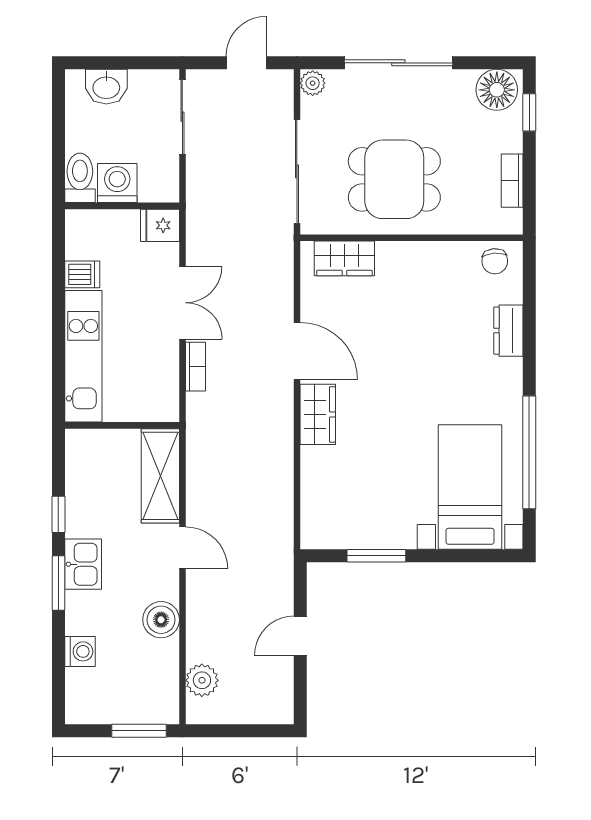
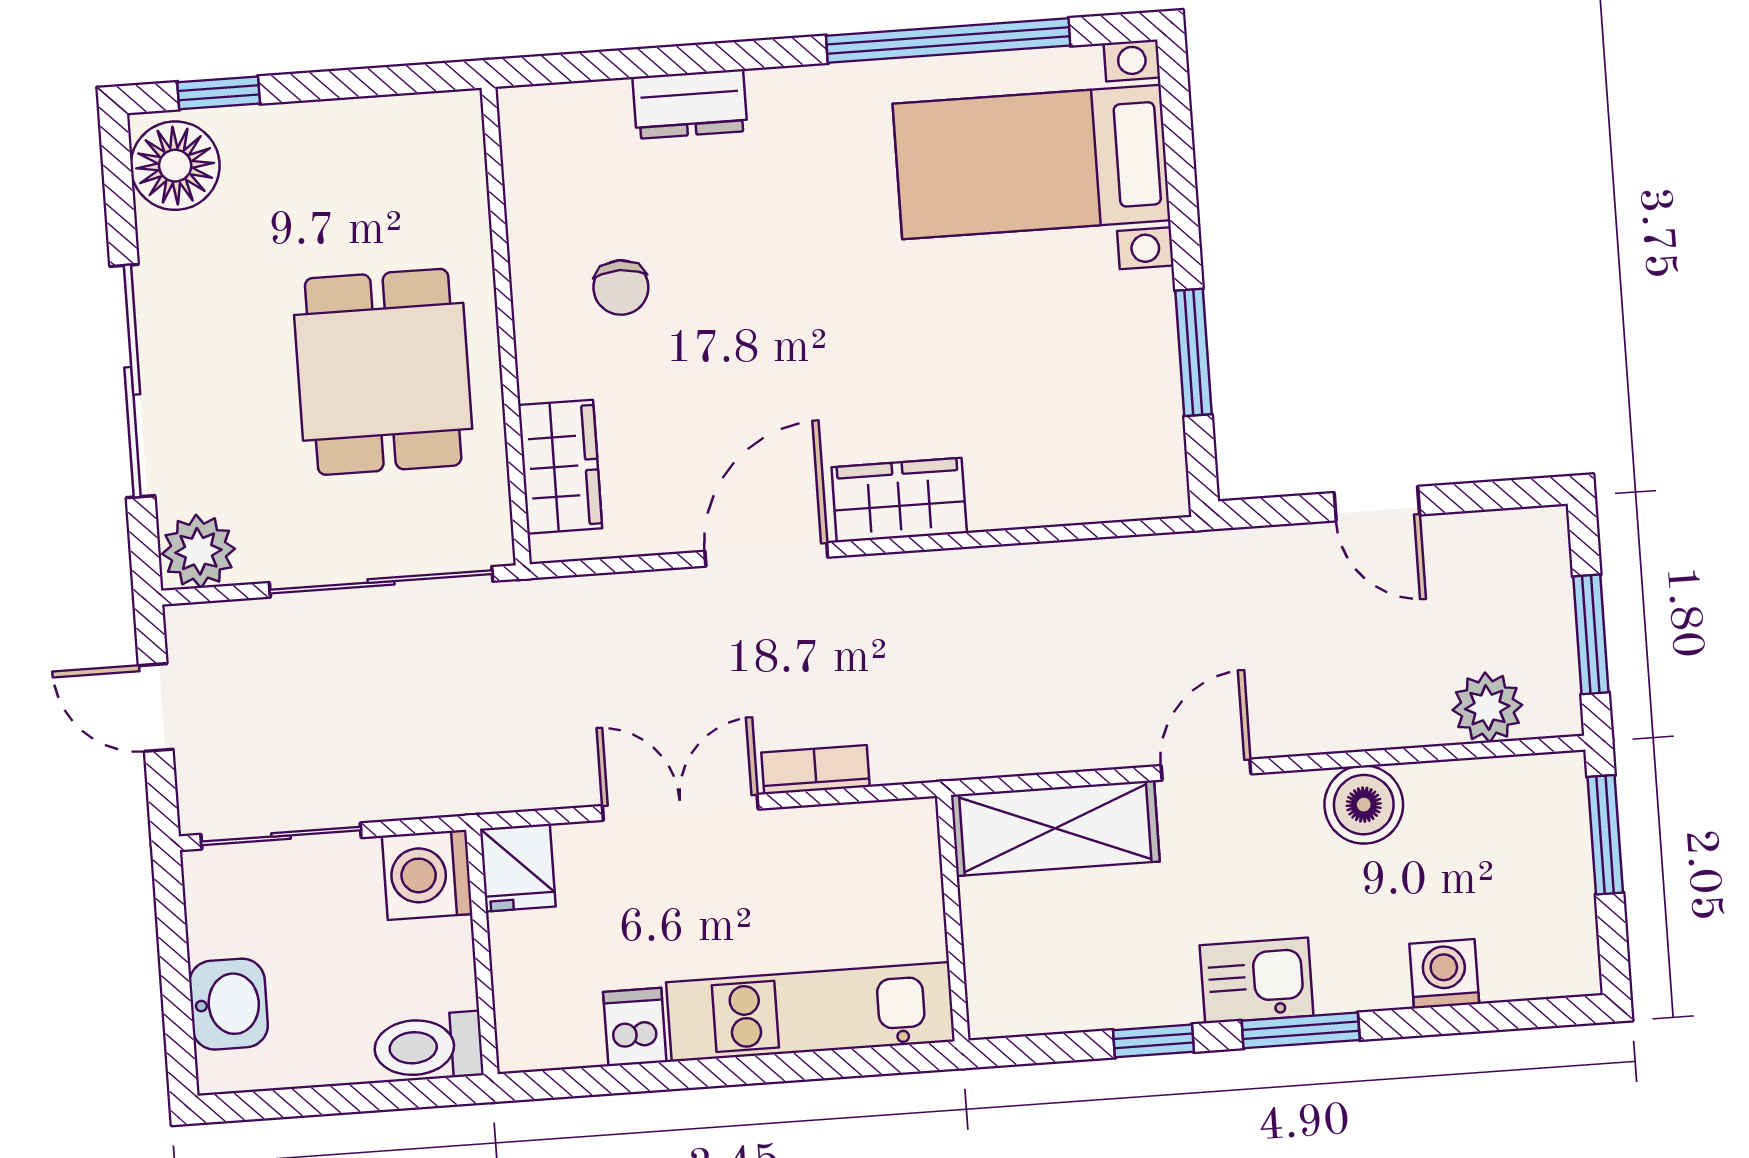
plant: (313, 83) -> (198, 551), width x1.38, depth x1.38
bookcase: (512, 181) -> (368, 119), removed
washing machine: (117, 183) -> (427, 875), moved
chair: (495, 261) -> (621, 287), moved, turned 94
window: (232, 731) -> (1591, 634), added

